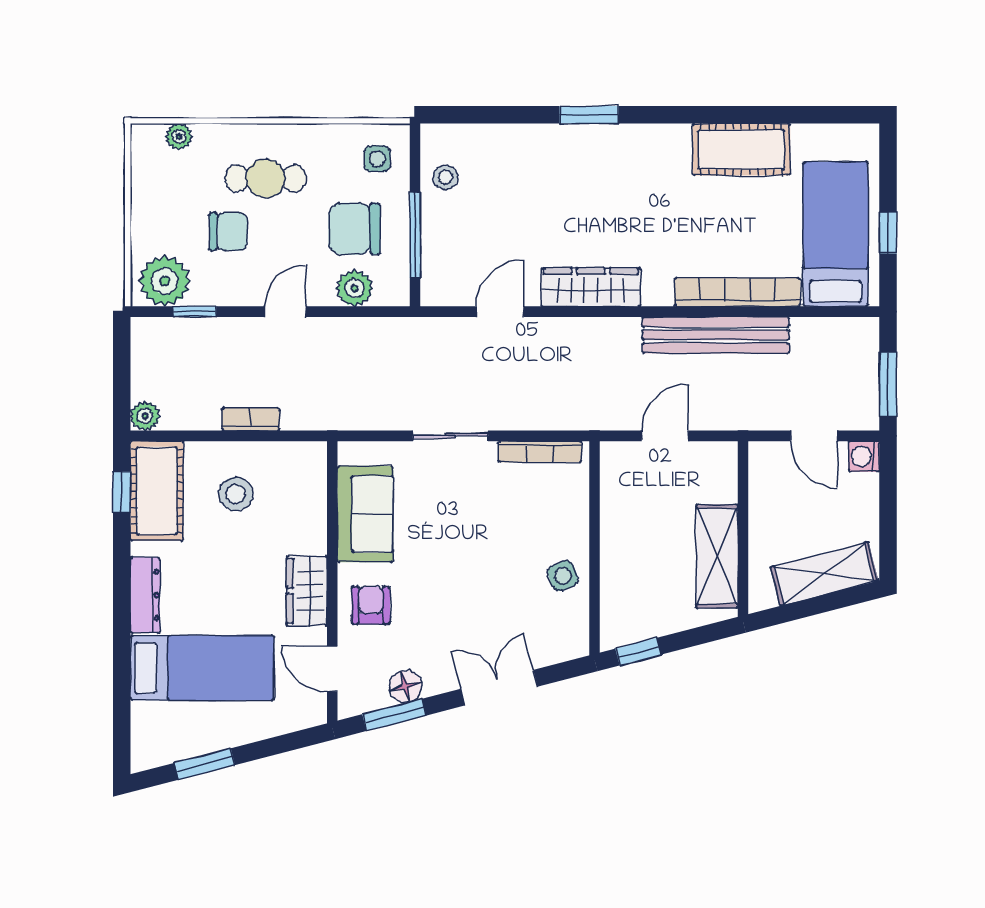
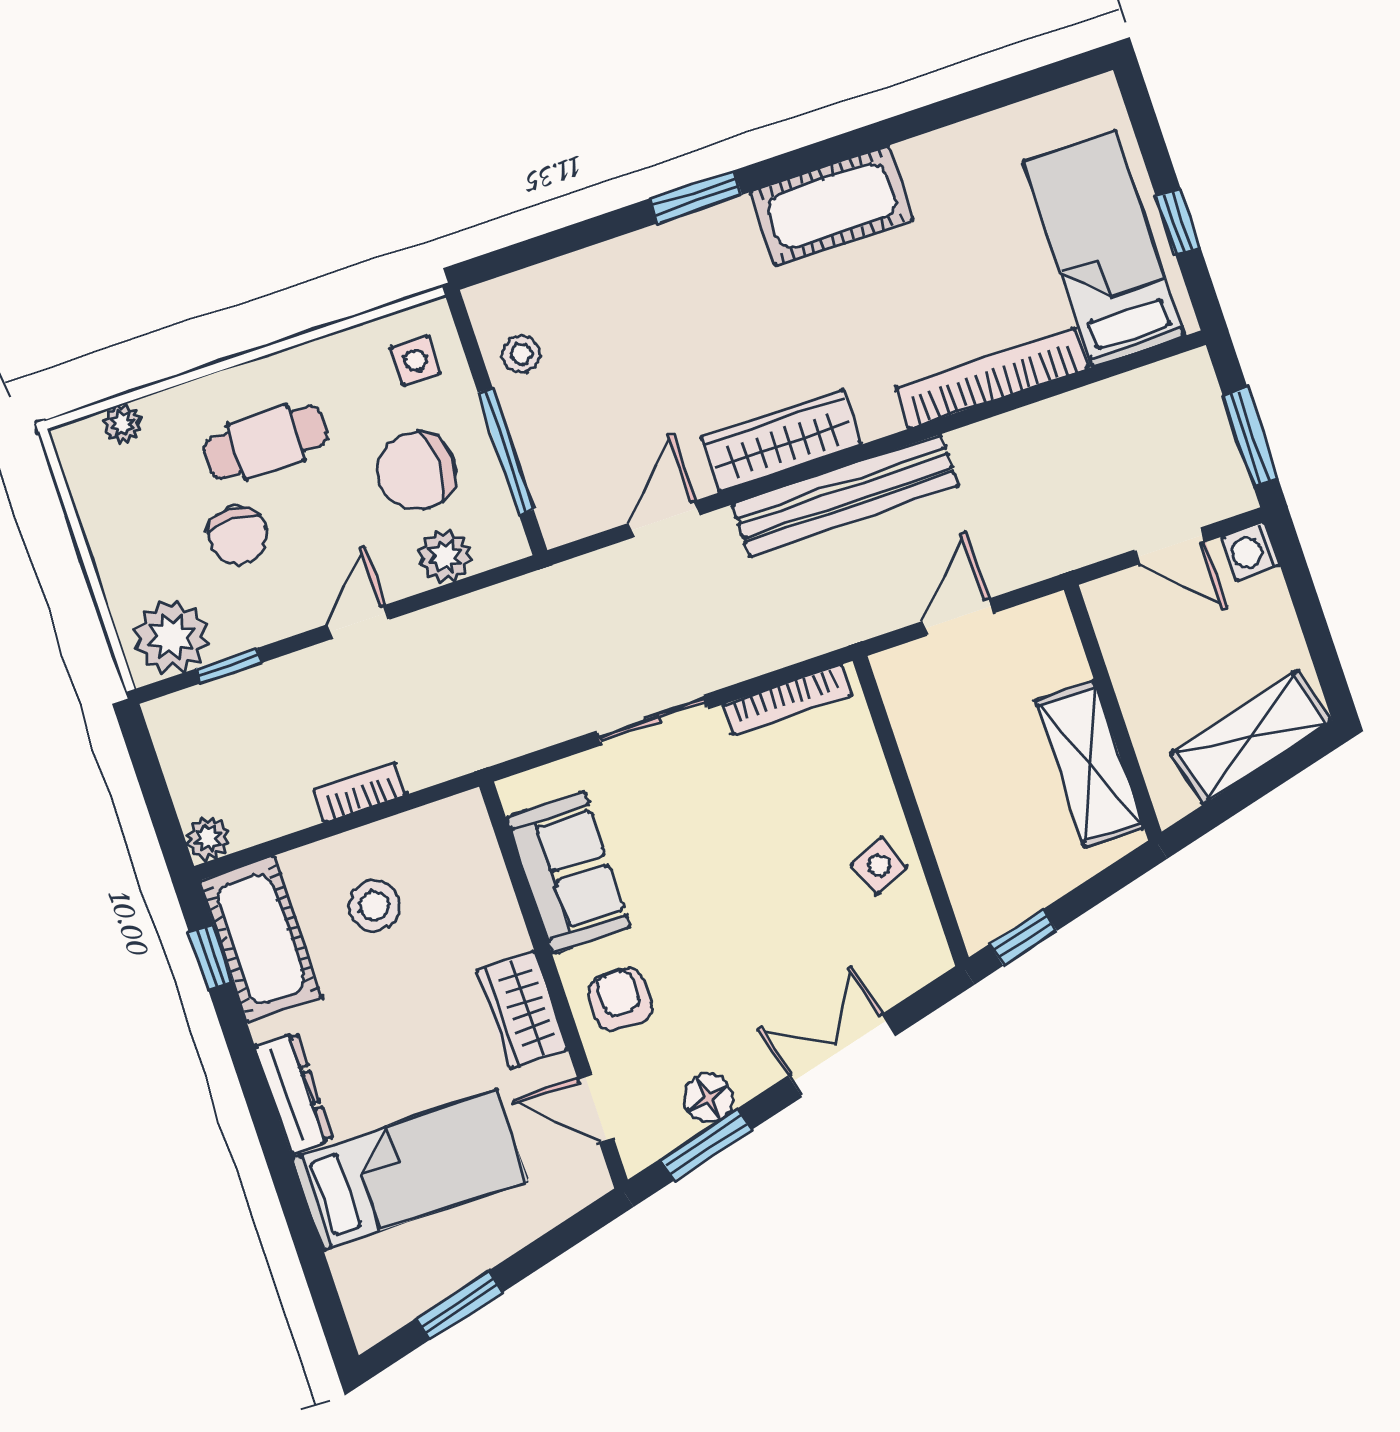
cot: (741, 149) -> (832, 206), moved
chair: (228, 232) -> (238, 536), turned 90
bench: (716, 335) -> (845, 495), moved

